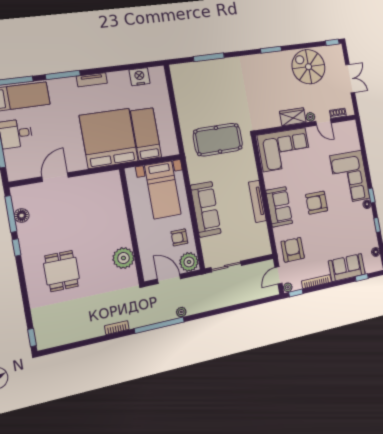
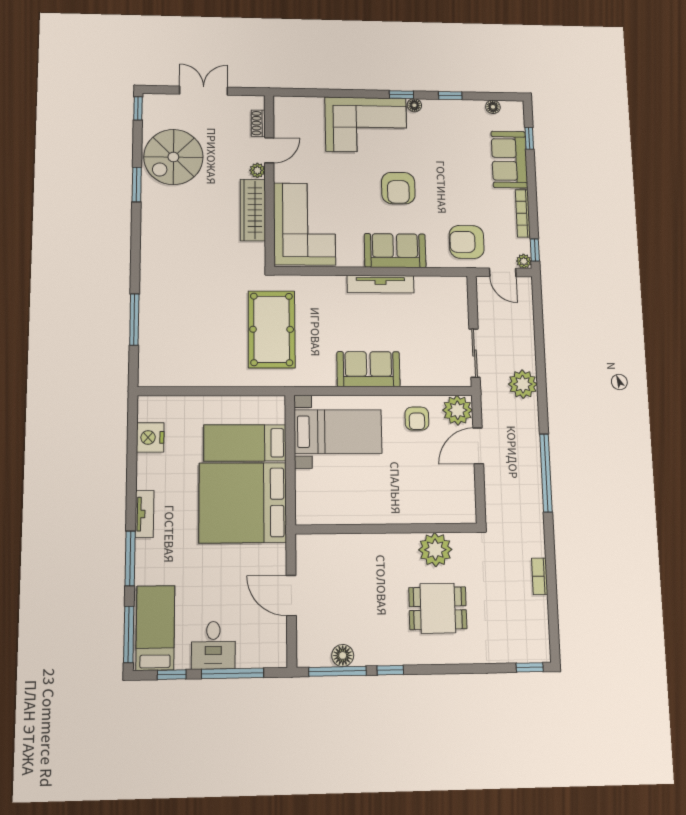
window: (271, 50) -> (137, 185), moved
wardrobe: (293, 117) -> (253, 210), width x1.50
sofa: (206, 209) -> (368, 369), width x0.73
wall: (132, 225) -> (387, 529), moved
plant: (123, 258) -> (435, 550), moved
plant: (181, 312) -> (523, 384), moved, width x1.88, depth x1.88
bookcase: (117, 328) -> (540, 576), moved

